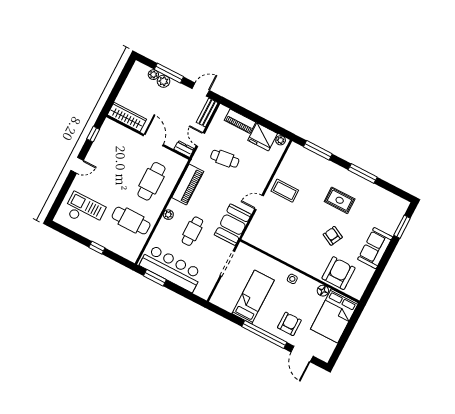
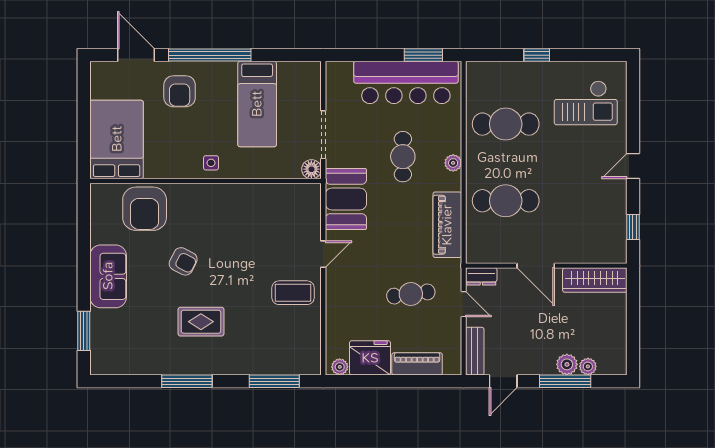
cafe table: (151, 181) -> (506, 201), turned 90
floor lamp: (323, 291) -> (311, 169), moved

